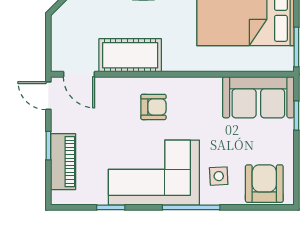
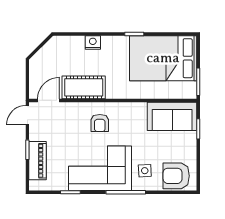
door: (79, 74) -> (48, 100), swing flipped
door: (48, 96) -> (27, 115), hinge flipped
armchair: (153, 107) -> (100, 123), turned 90
armchair: (264, 184) -> (176, 176), turned -90

